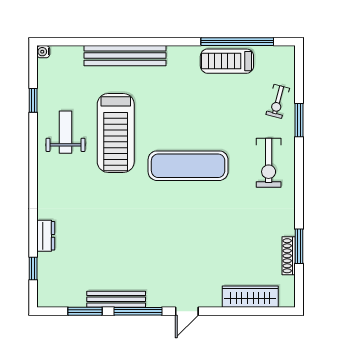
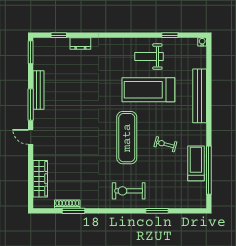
exercise bike: (278, 101) -> (165, 144), moved
weight bench: (65, 132) -> (149, 57), turned 180
window: (85, 311) -> (31, 52), moved

